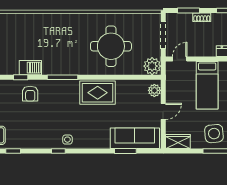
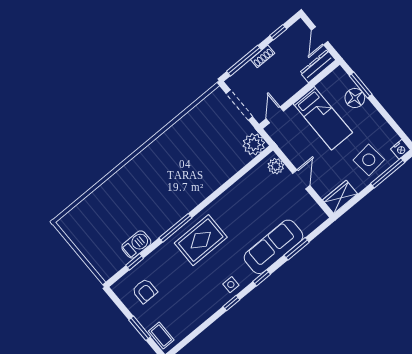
window: (189, 11) -> (244, 61), width x1.44
round table: (111, 46) -> (198, 158), removed
rug: (98, 93) -> (201, 240), moved
armchair: (30, 94) -> (145, 291), moved
sofa: (135, 138) -> (274, 247), moved
window: (13, 151) -> (262, 278), moved

